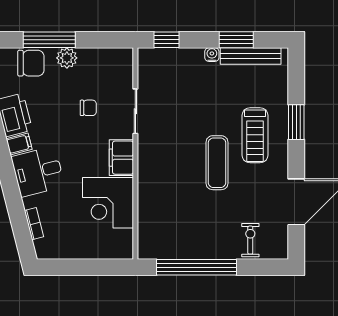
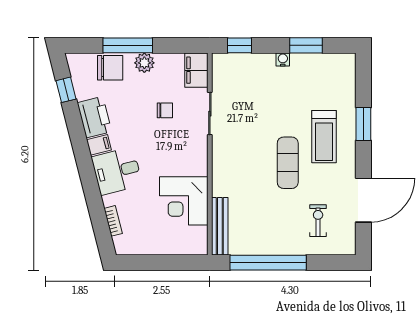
bench: (251, 56) -> (220, 226), moved, turned 90
filing cabinet: (121, 158) -> (196, 70), moved
exercise bike: (250, 240) -> (318, 221), moved

